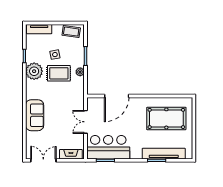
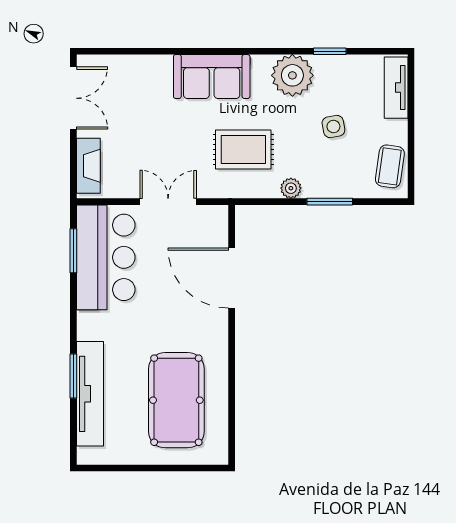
rug: (59, 73) -> (243, 149), moved, turned 90
sofa: (35, 115) -> (212, 77), moved

